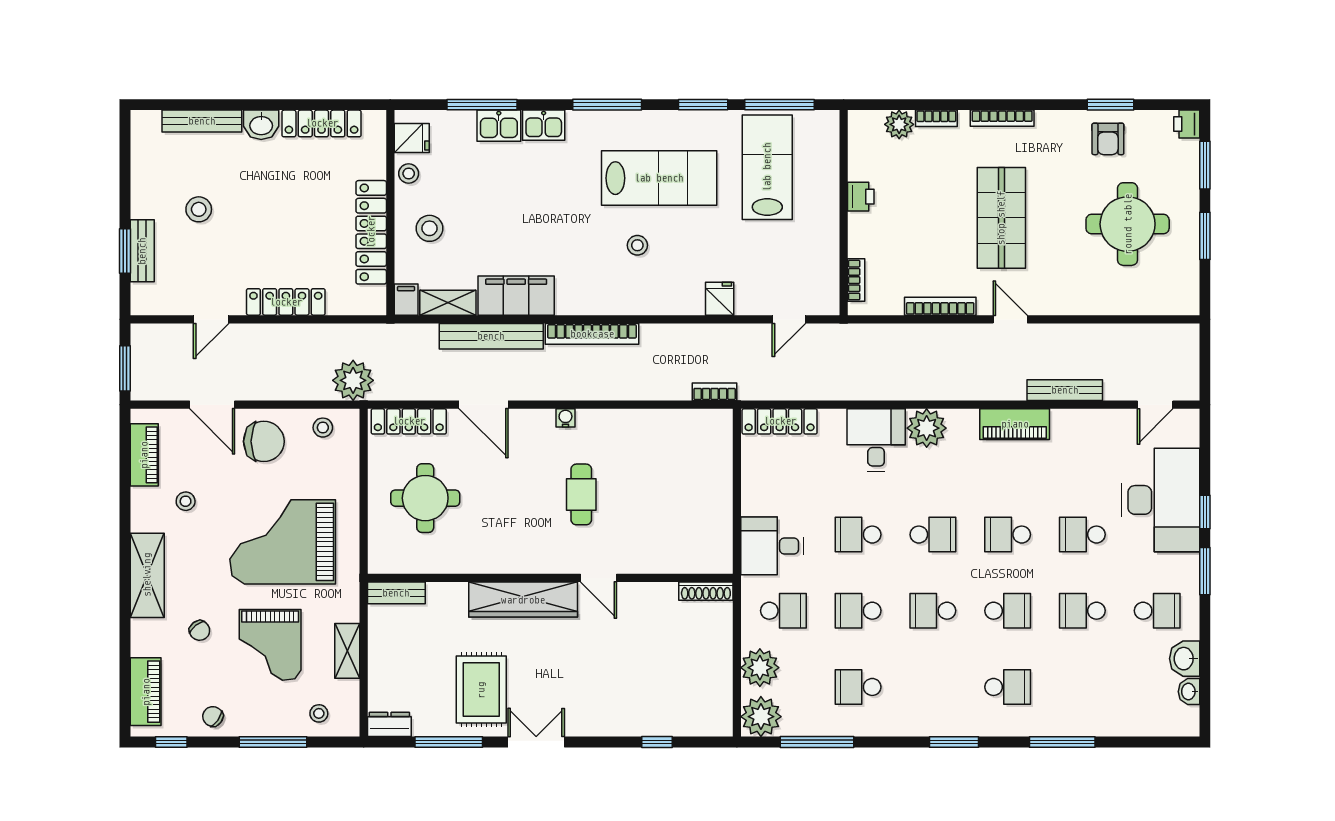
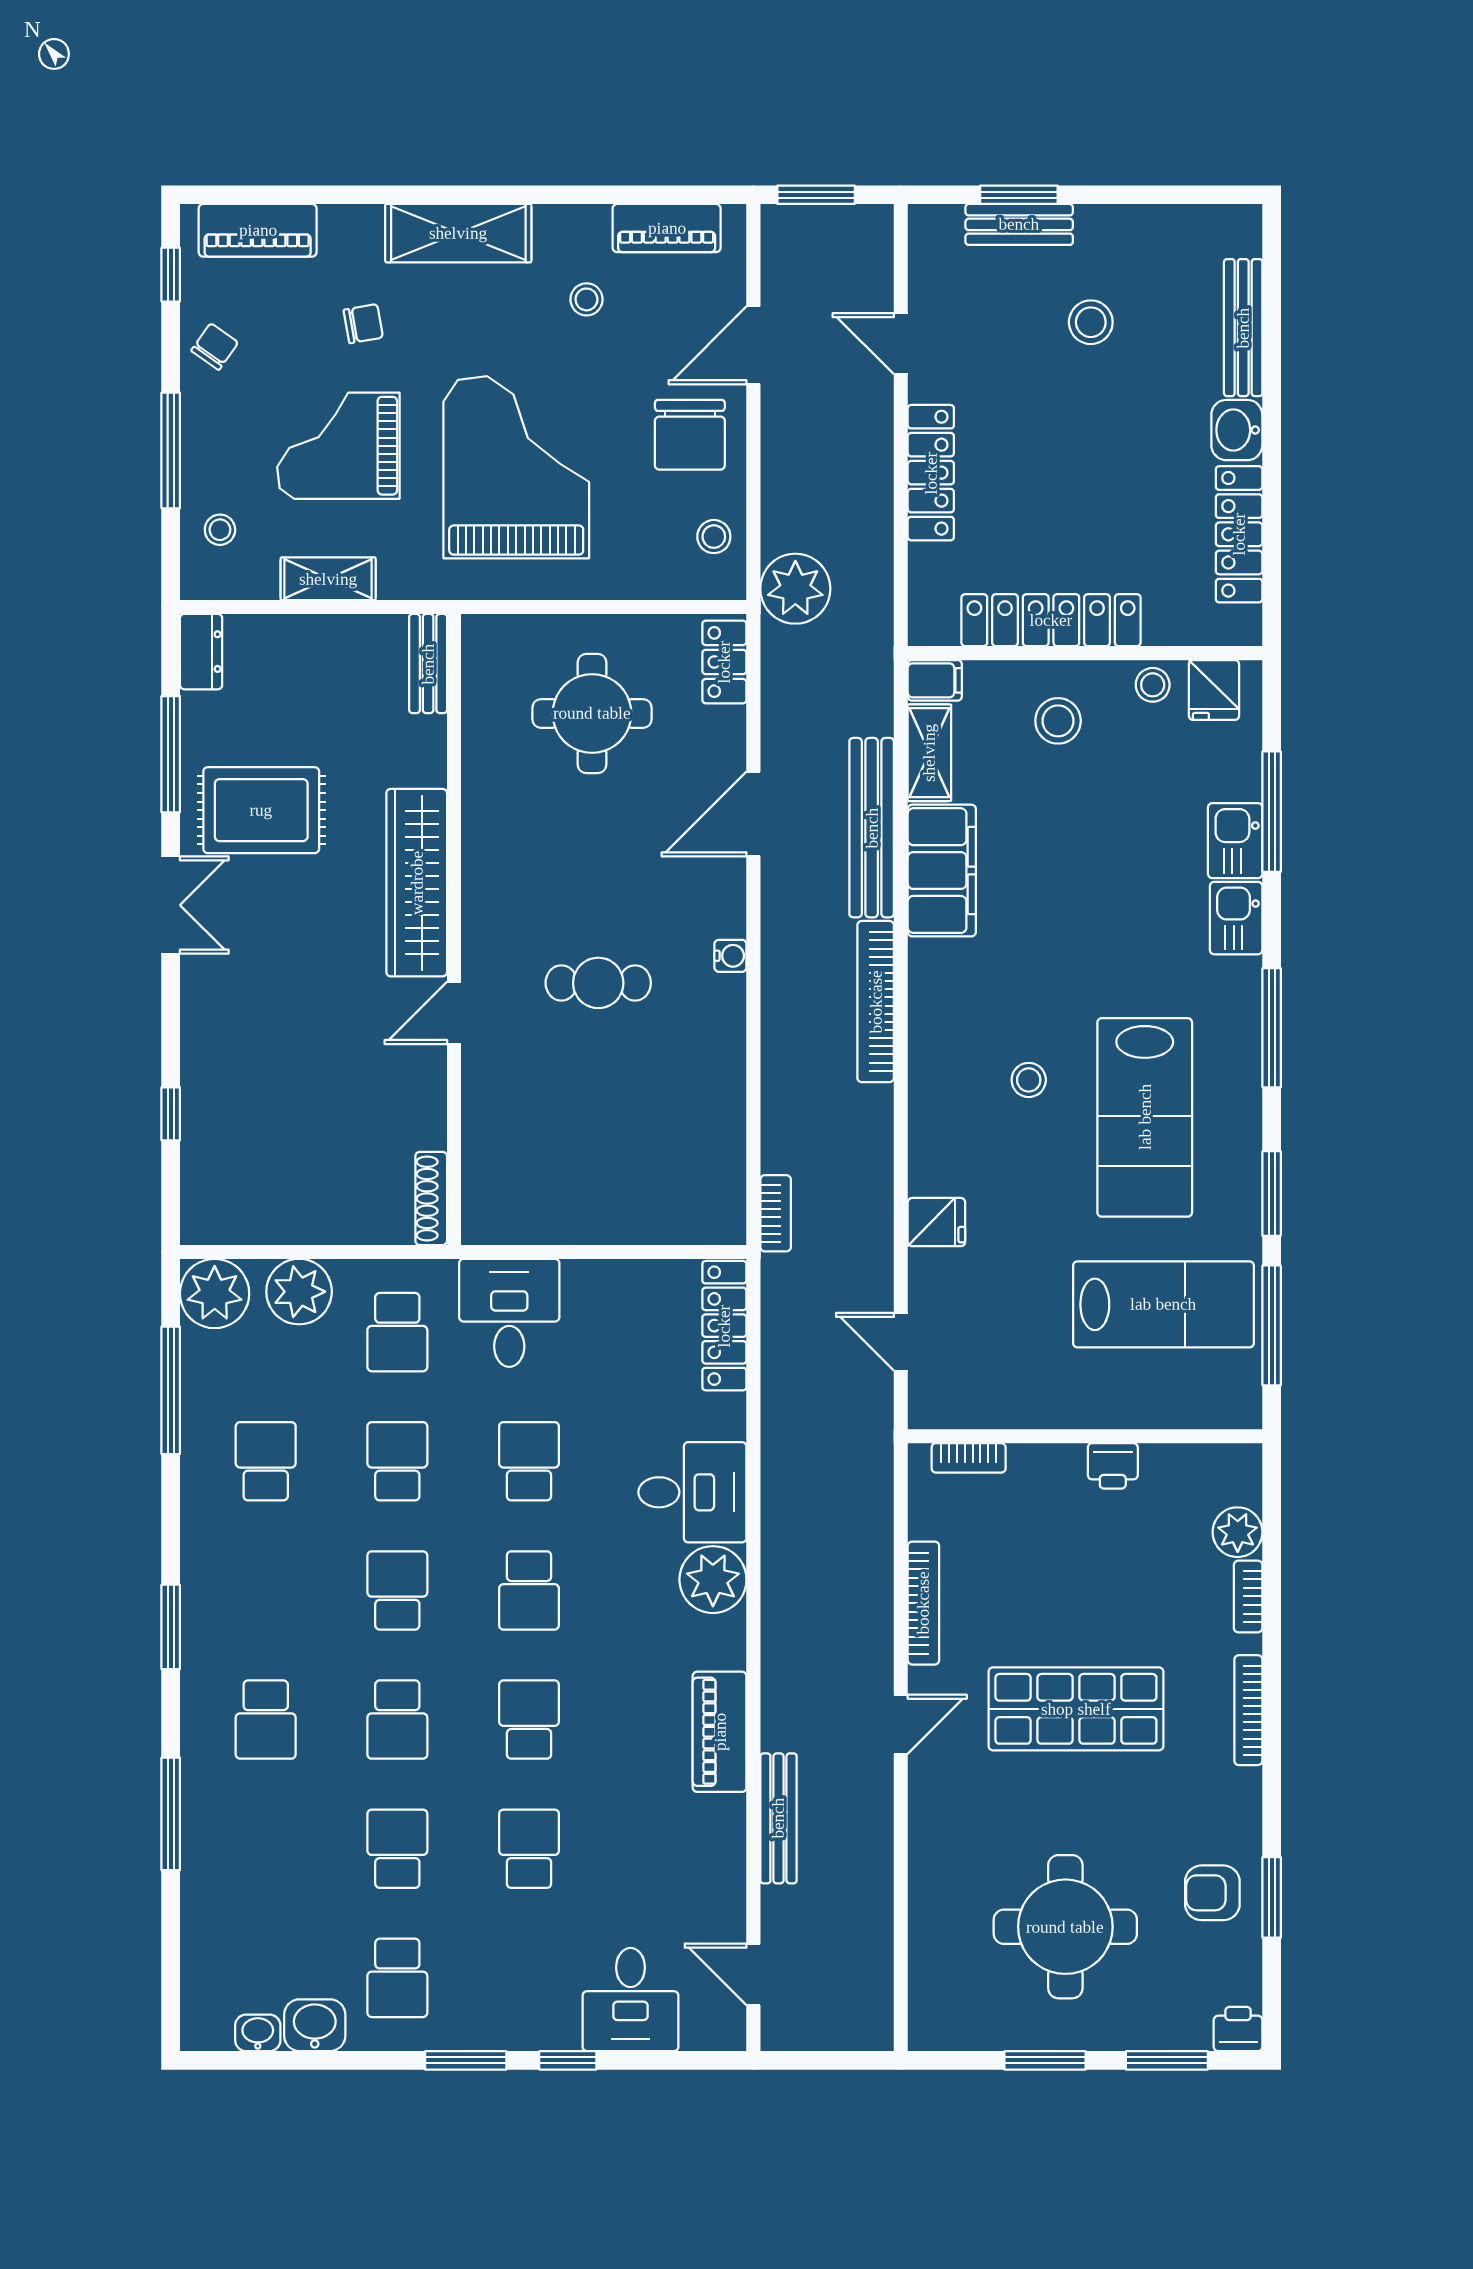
locker: (409, 421) -> (724, 662), width x0.66
desk: (1161, 500) -> (630, 2000), width x0.53, depth x0.77
chair: (200, 630) -> (363, 324), turned -152

